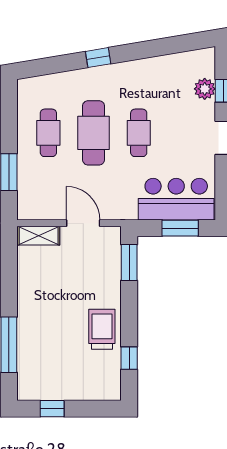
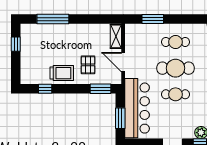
bar counter: (176, 199) -> (137, 108), width x1.36
door: (83, 223) -> (123, 62), swing flipped
pallet: (88, 284) -> (88, 65), added

